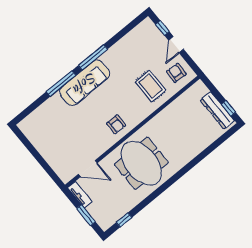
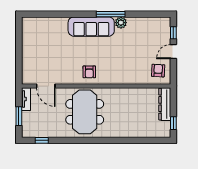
plant: (108, 57) -> (121, 23), added
window: (61, 84) -> (75, 14), removed
rug: (151, 86) -> (134, 65), removed
dresser: (217, 110) -> (165, 104), moved

